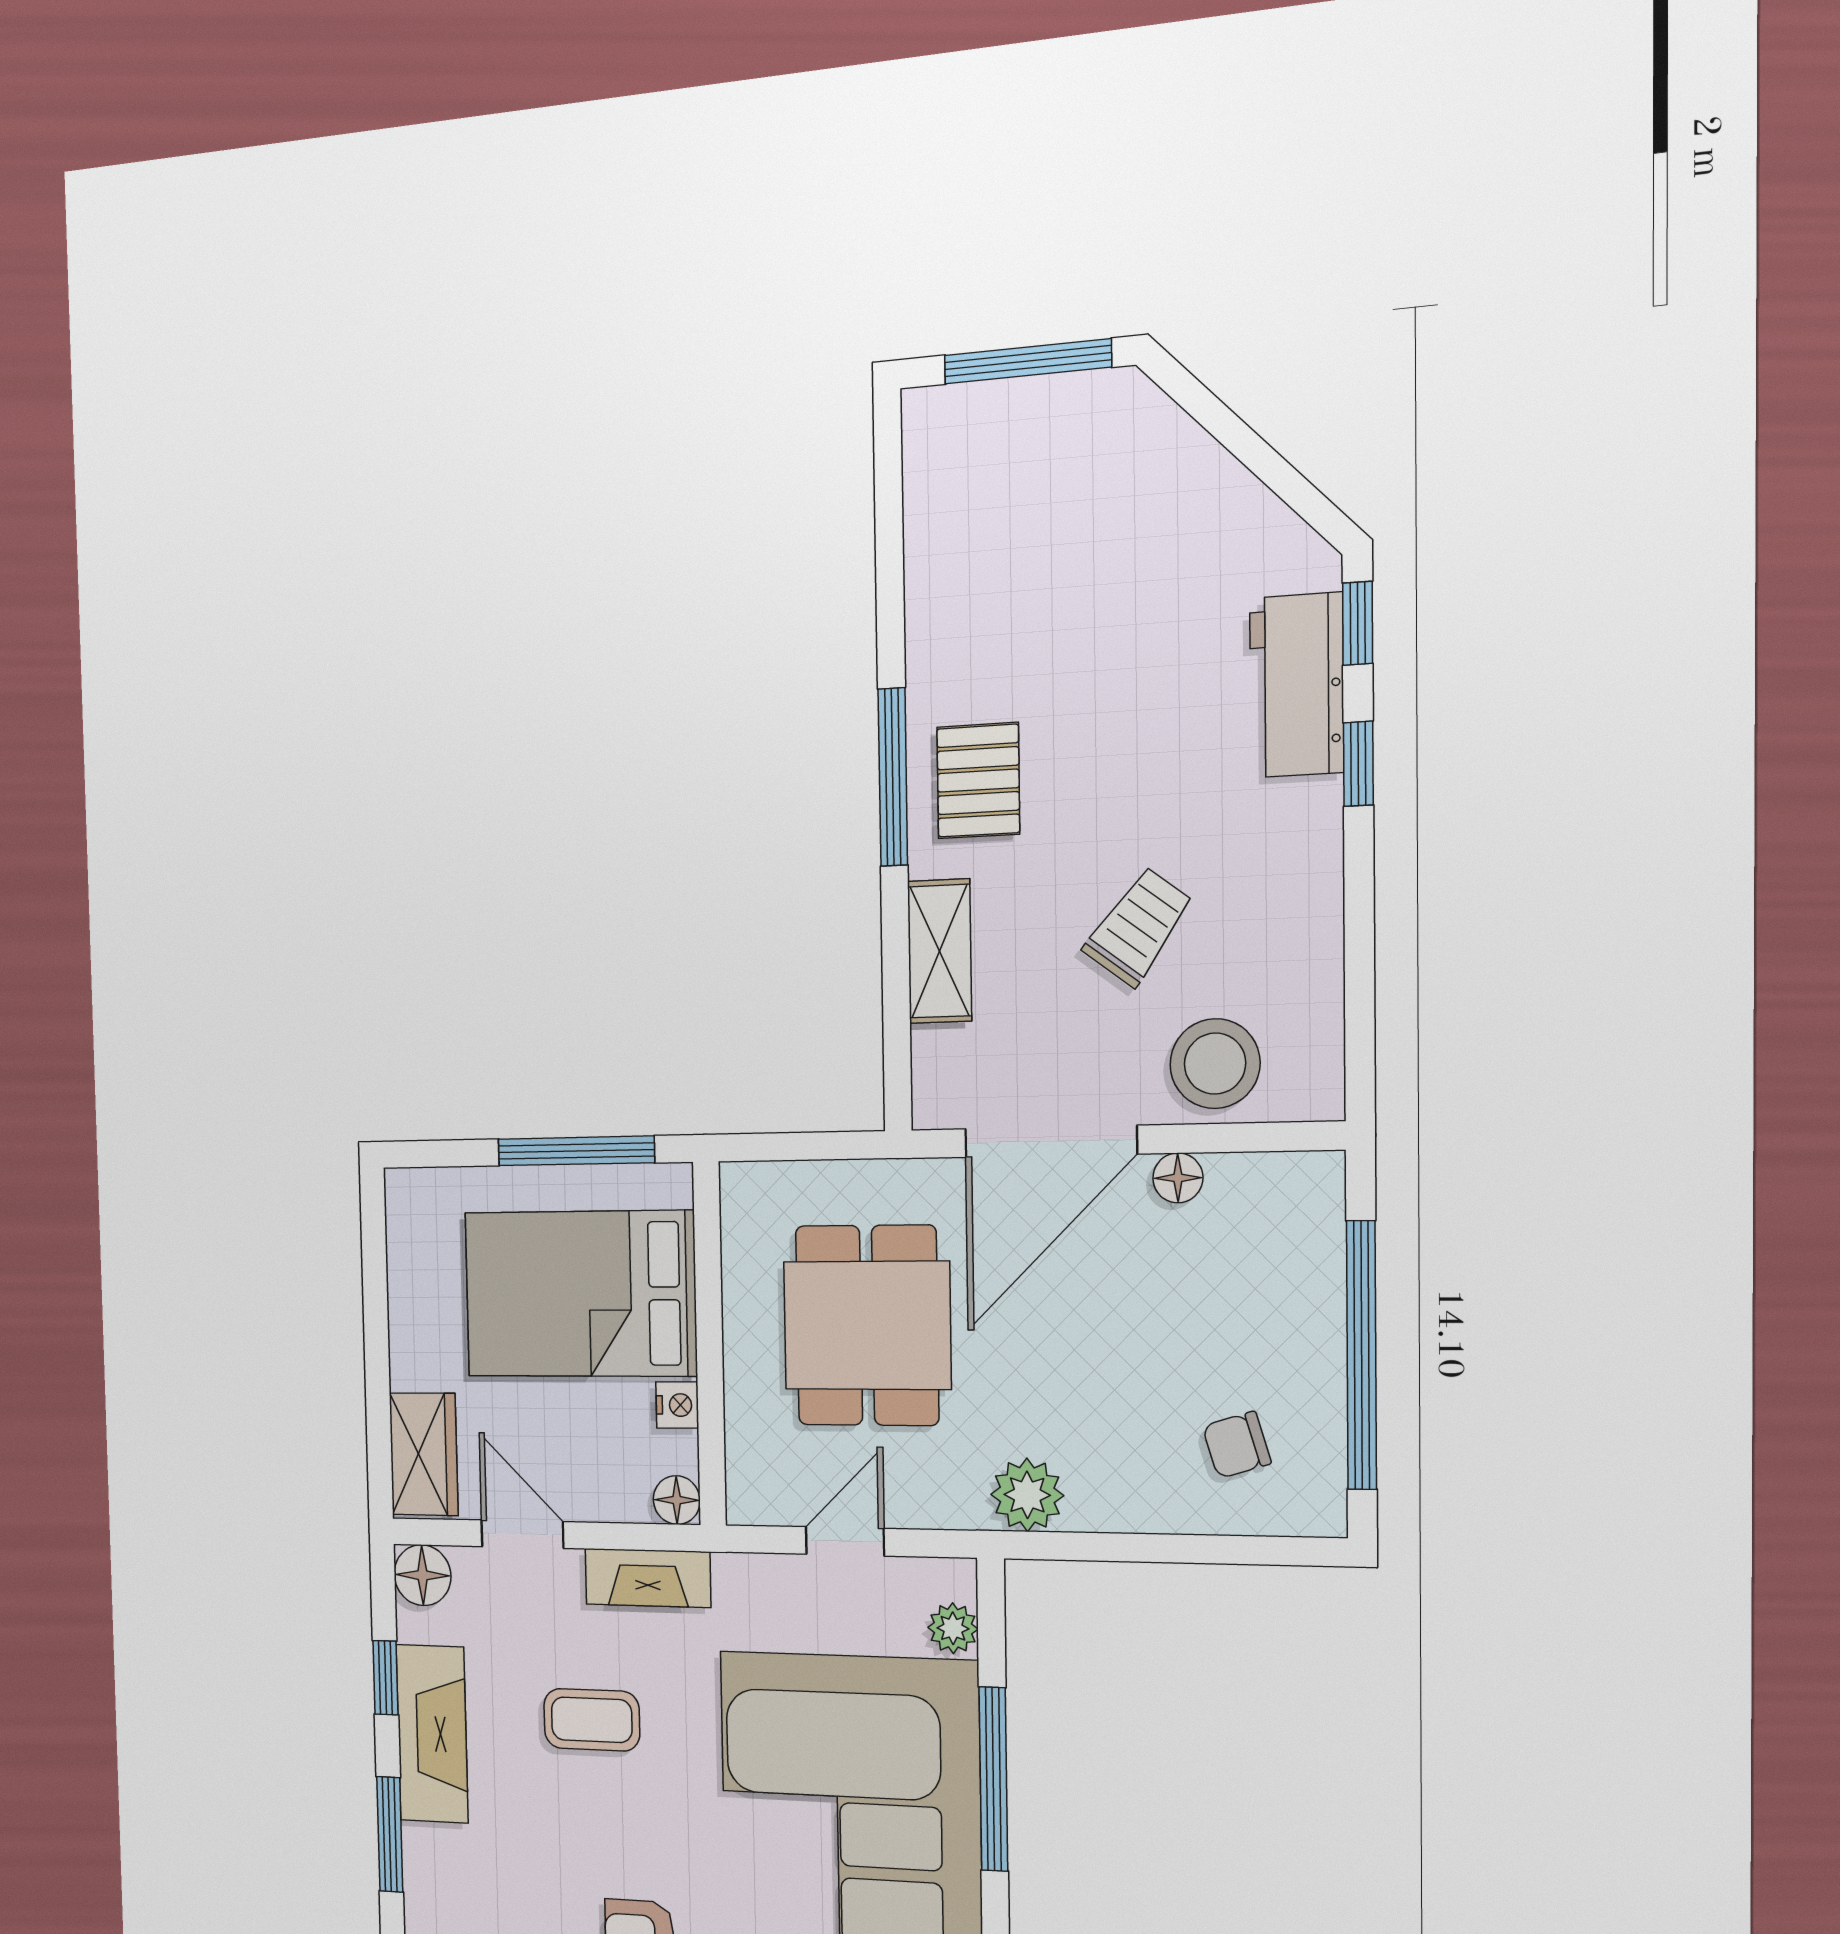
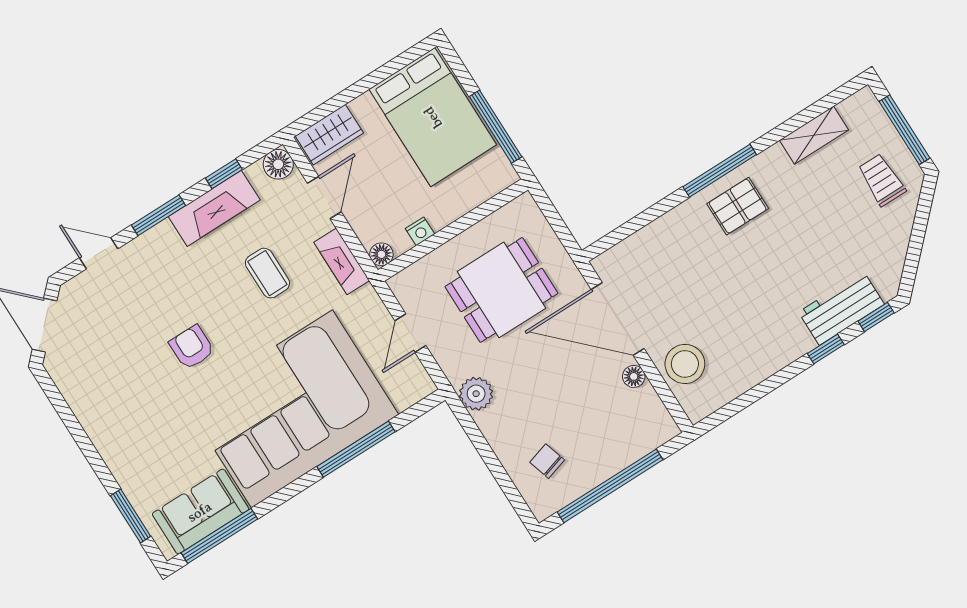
trolley: (1138, 927) -> (882, 180), moved, turned -127
shelving: (940, 951) -> (814, 135), moved
bed: (580, 1294) -> (433, 117), moved, turned 180
door: (845, 1541) -> (410, 333), swing flipped
plant: (953, 1628) -> (405, 397), removed

